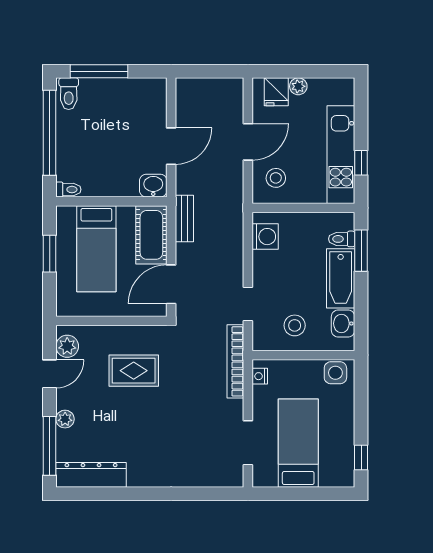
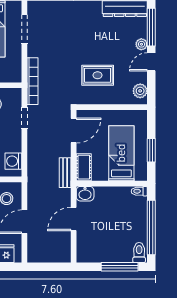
cot: (151, 235) -> (84, 167), width x0.73, depth x0.75
door: (50, 374) -> (151, 62), moved
nightstand: (260, 376) -> (17, 72), removed

